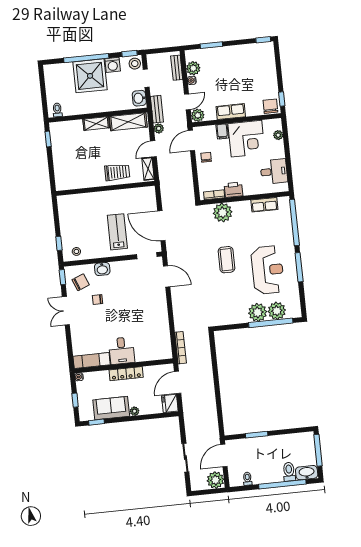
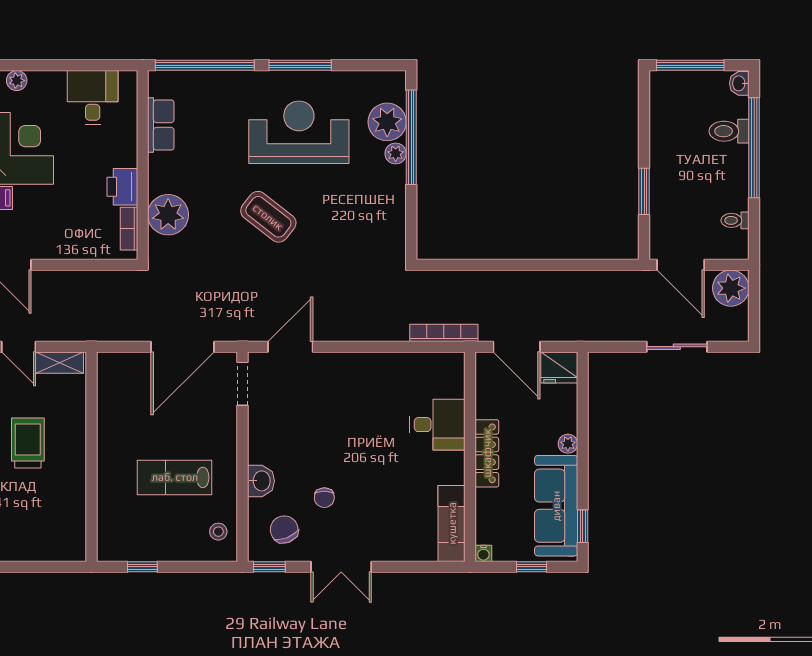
chair: (206, 157) -> (48, 237), removed
trolley: (117, 172) -> (28, 443), moved
lab bench: (117, 232) -> (175, 477), moved
window: (59, 243) -> (142, 567), moved
coffee table: (227, 260) -> (268, 217), turned 38
plant: (258, 312) -> (396, 153), width x0.53, depth x0.53
desk: (122, 351) -> (437, 425), moved
sofa: (111, 408) -> (556, 506), width x1.36
washbasin: (307, 473) -> (739, 83), width x0.52, depth x0.69

